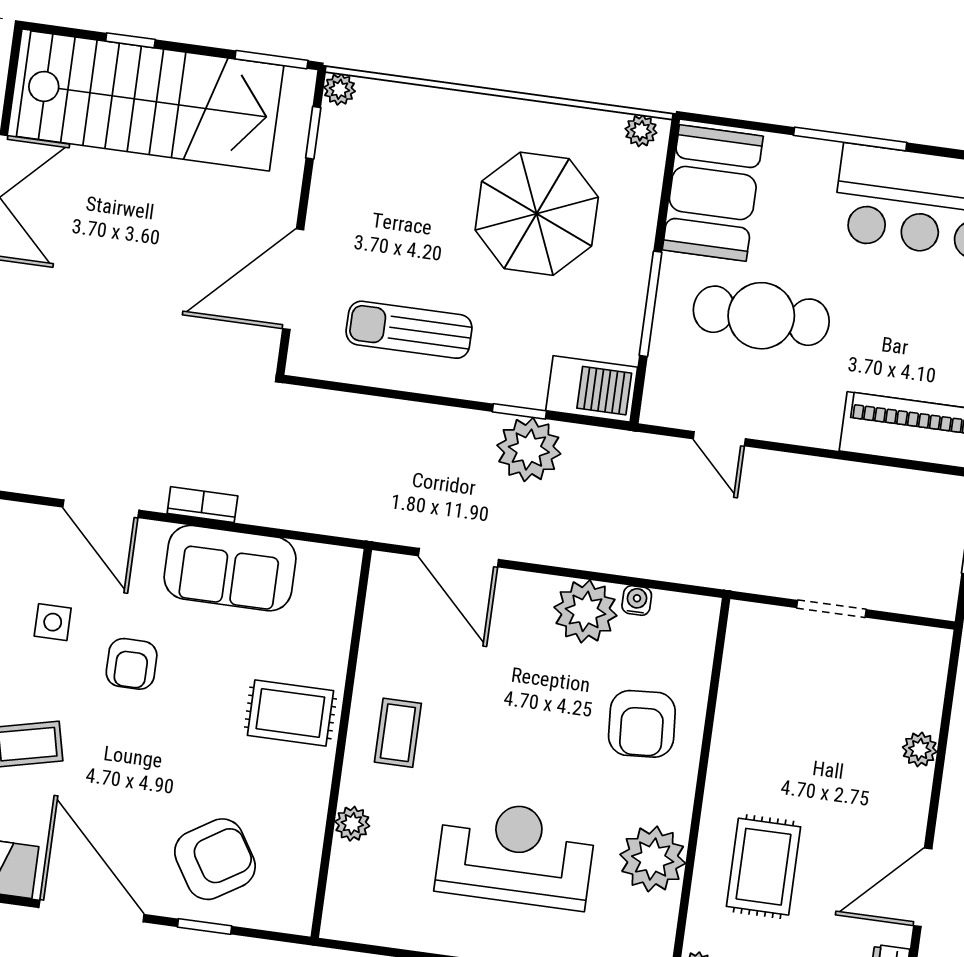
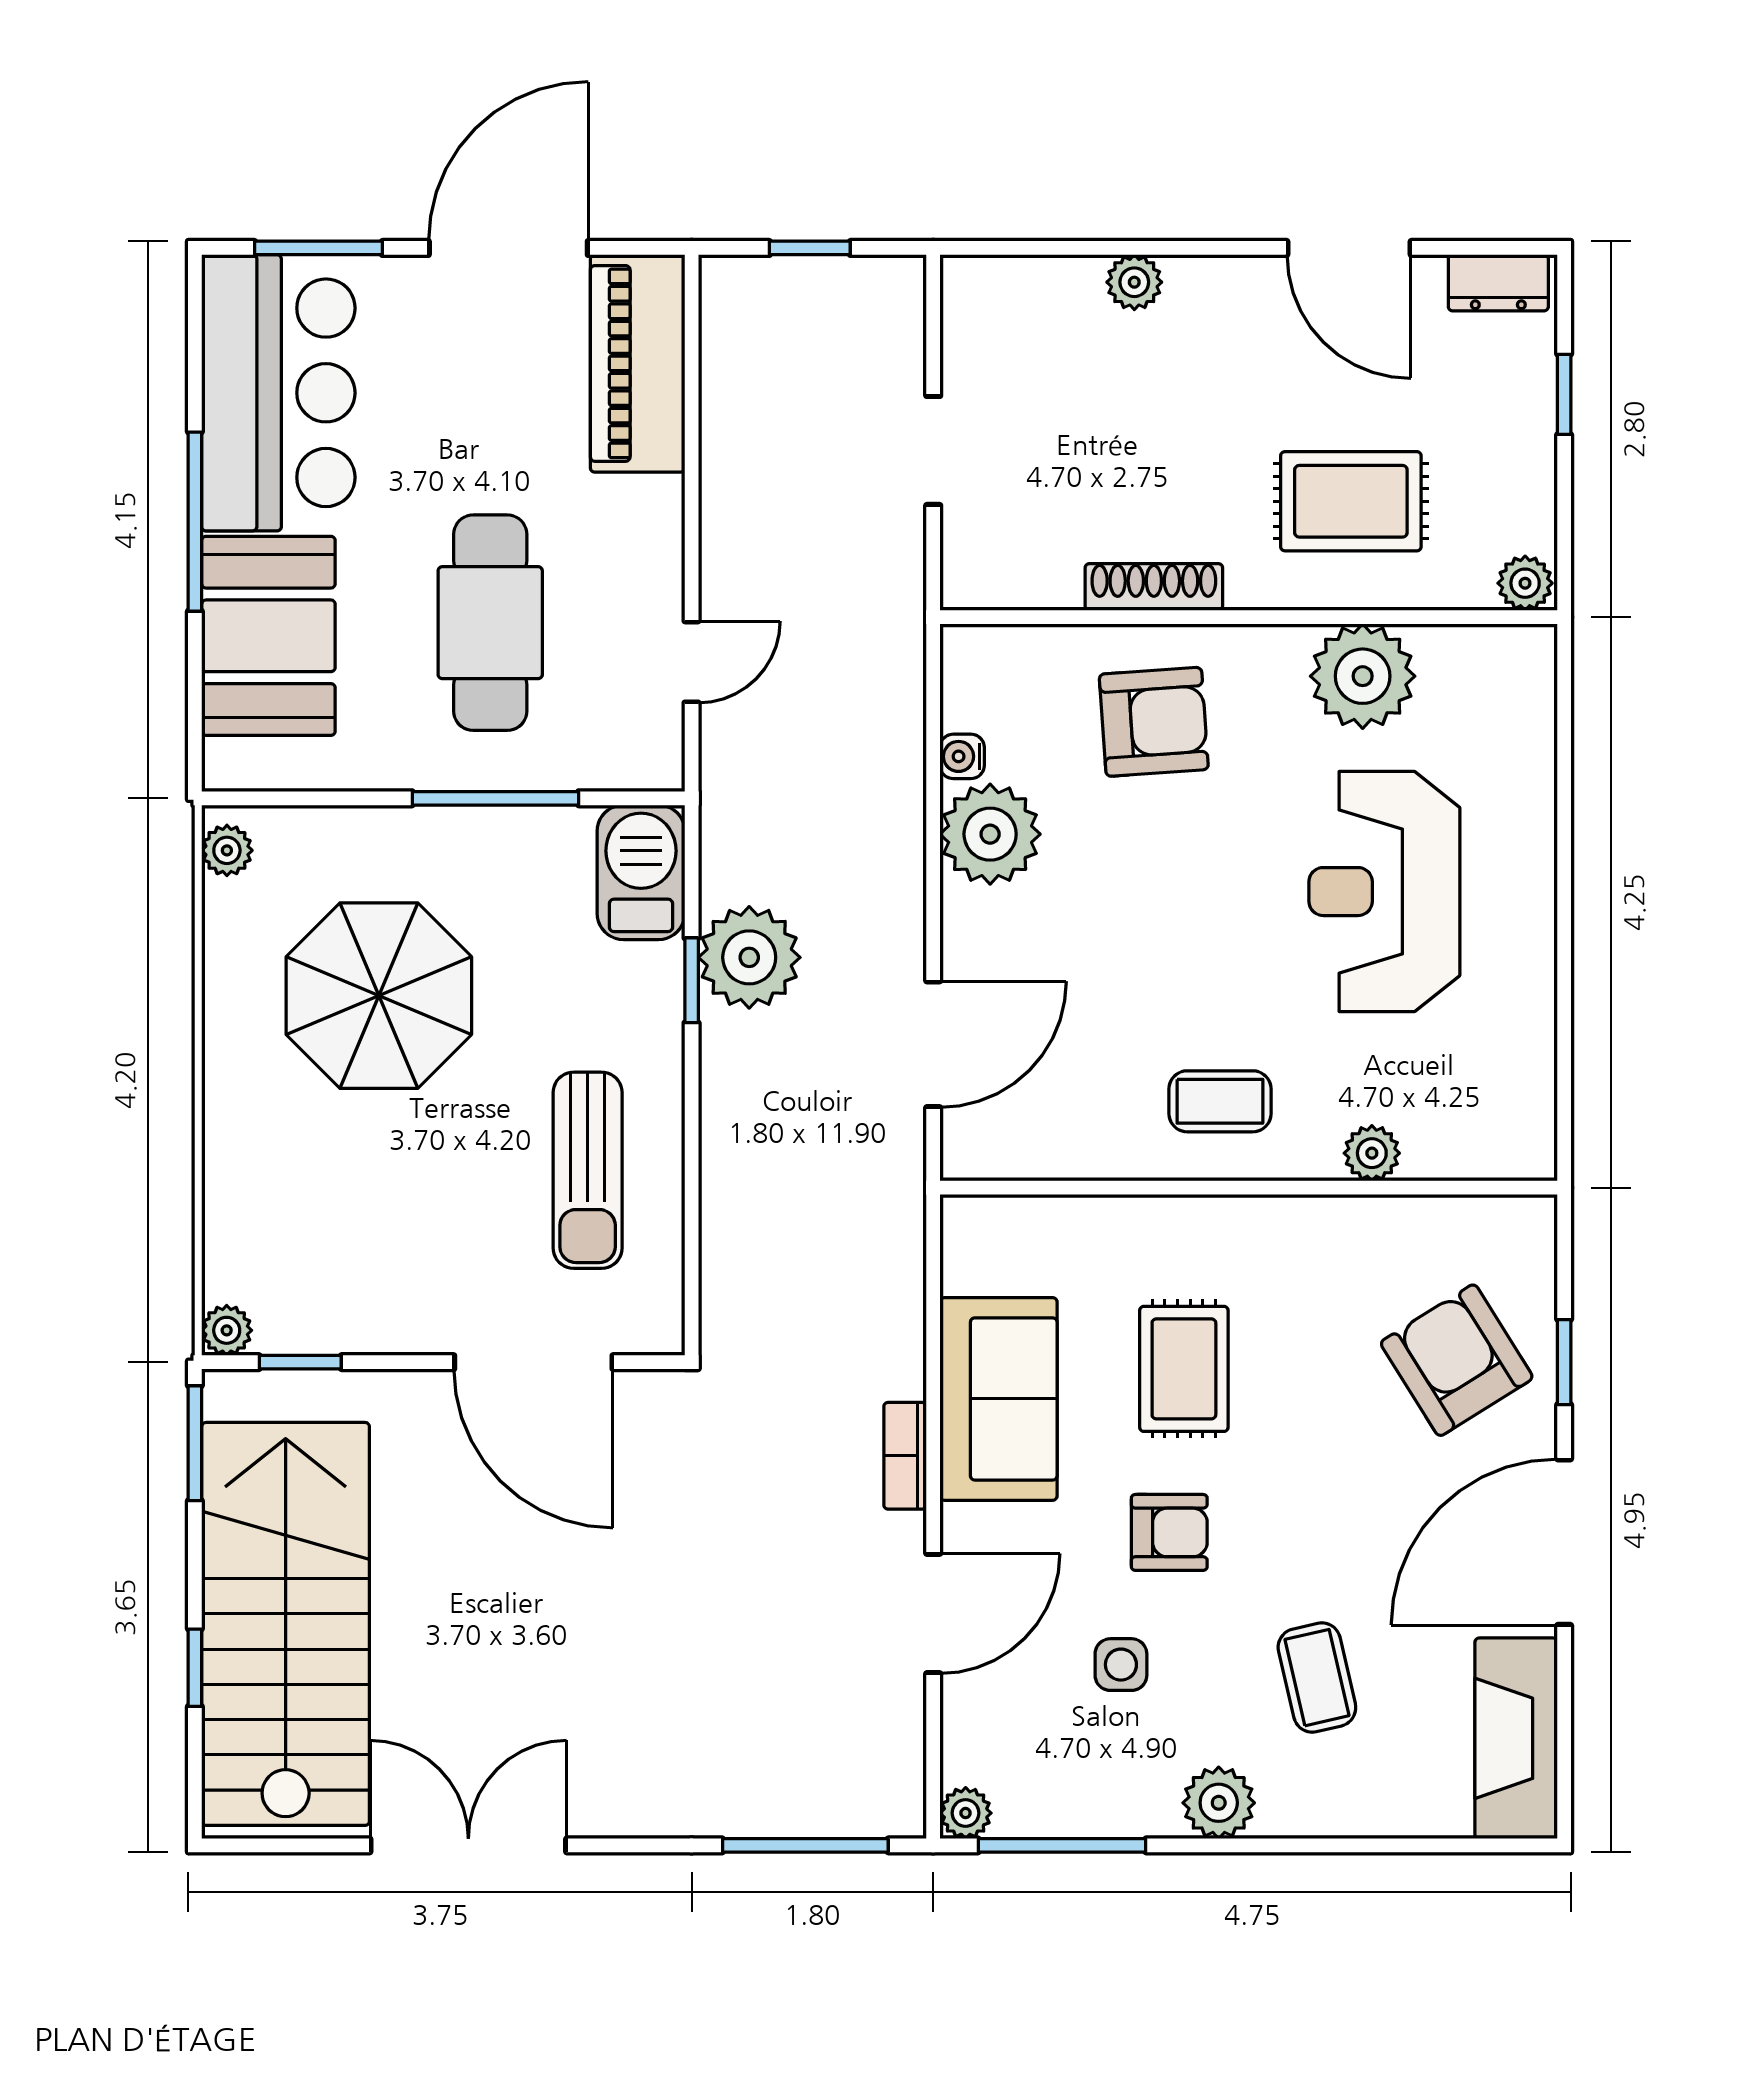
booth: (713, 193) -> (268, 636), moved, turned 90
rug: (290, 713) -> (1184, 1369), moved
shoe rack: (727, 736) -> (1154, 587), added

